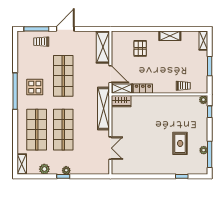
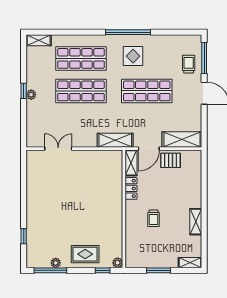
pallet: (140, 48) -> (171, 160), moved
trolley: (183, 86) -> (153, 218), moved
wardrobe: (121, 101) -> (116, 162), removed
shelving: (104, 108) -> (115, 140), width x0.68
rug: (180, 143) -> (85, 254), moved
double door: (110, 148) -> (58, 149), swing flipped
plant: (44, 169) -> (33, 68), removed

